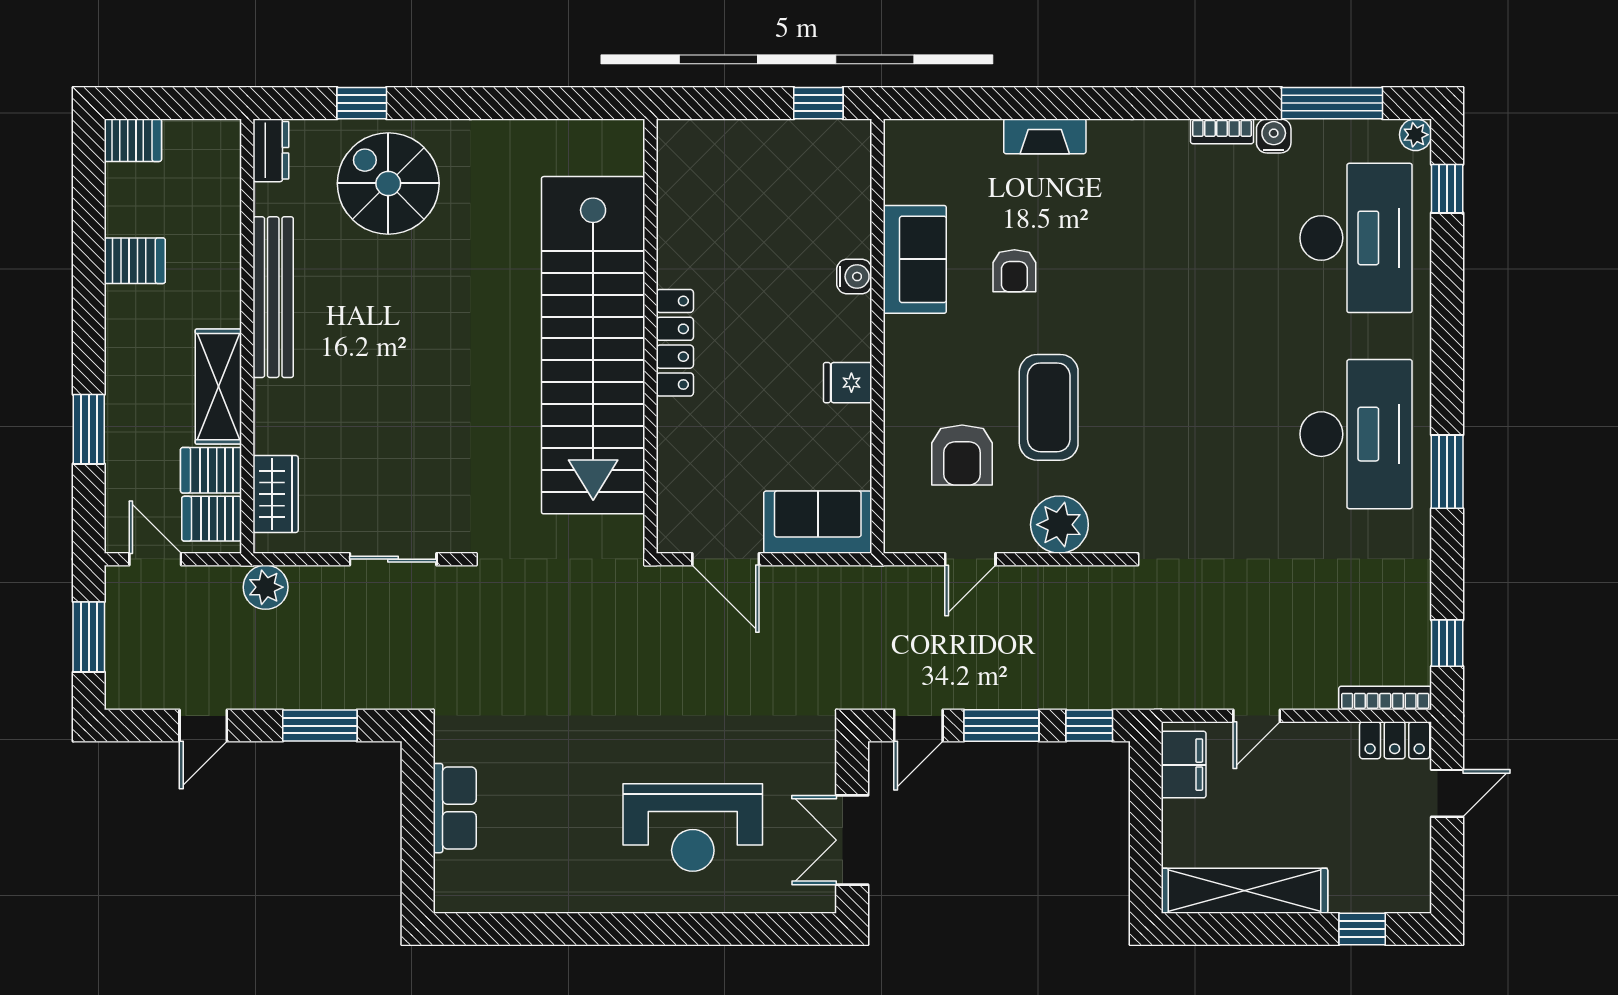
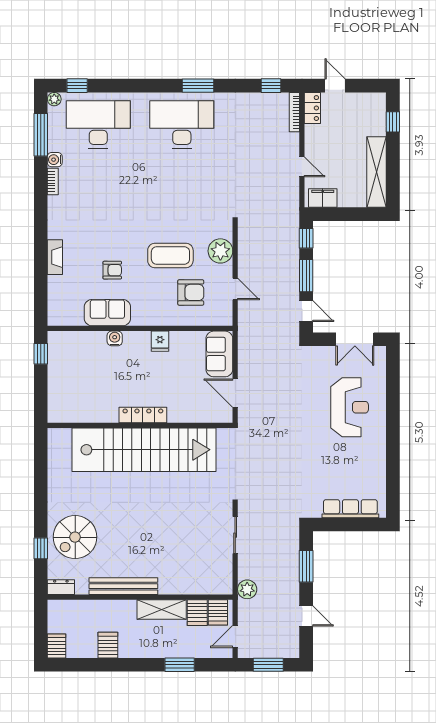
wardrobe: (276, 494) -> (207, 585), removed
door: (726, 559) -> (235, 393), swing flipped
row of seats: (455, 808) -> (350, 509), width x1.48

